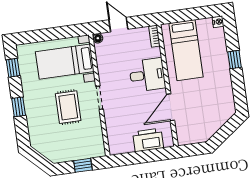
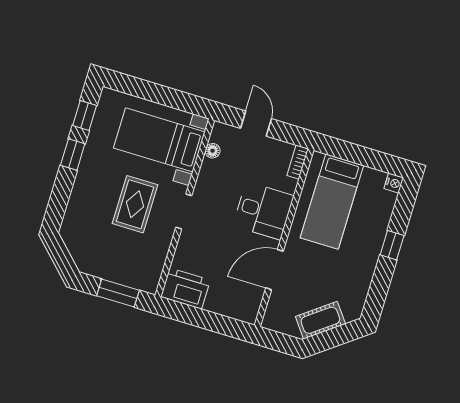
floor lamp: (98, 38) -> (213, 151), moved
window: (19, 107) -> (73, 155), moved
cot: (212, 125) -> (320, 320), added
printer: (148, 140) -> (185, 288), moved
window: (83, 165) -> (118, 293), width x1.50

